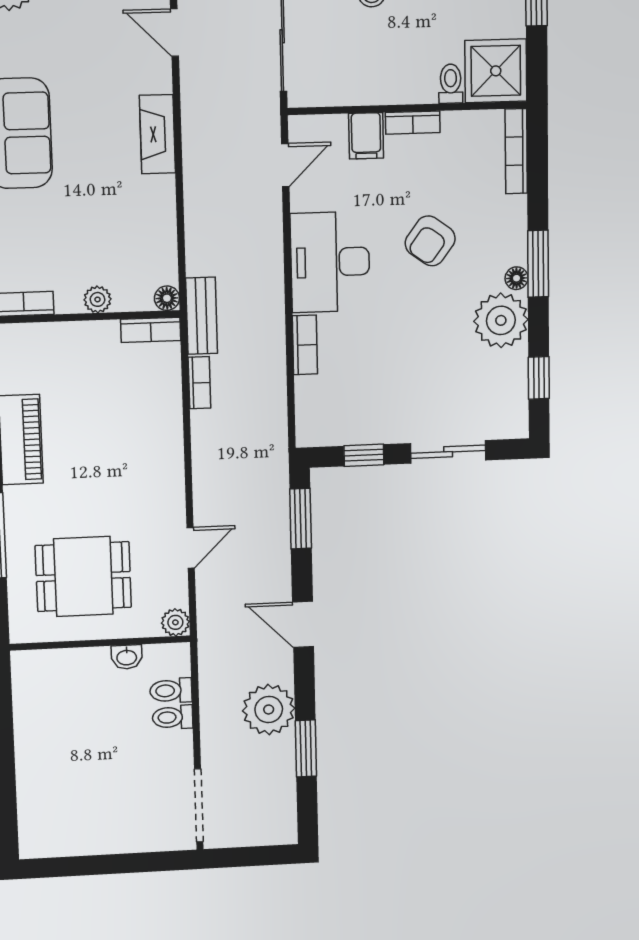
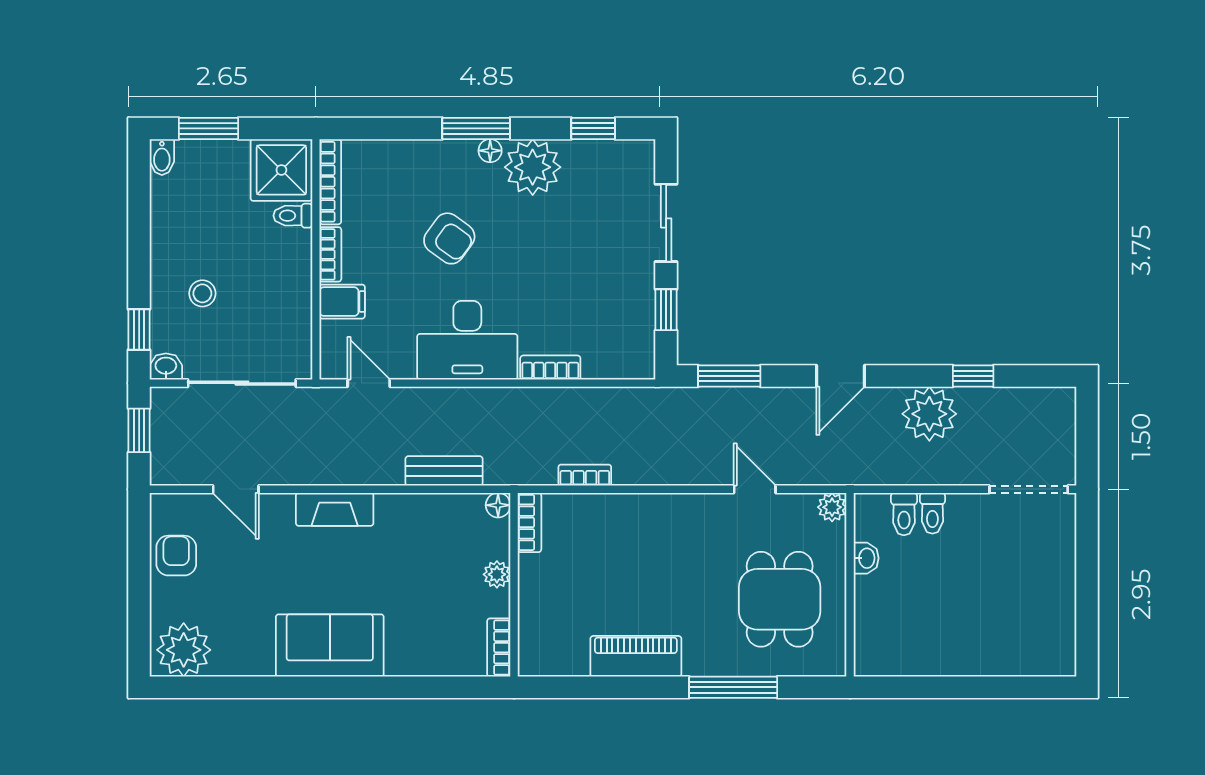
door: (175, 33) -> (236, 489), hinge flipped
bookcase: (516, 151) -> (330, 182), moved, turned -90
bench: (202, 316) -> (444, 471), moved
window: (306, 748) -> (973, 376), width x0.67

